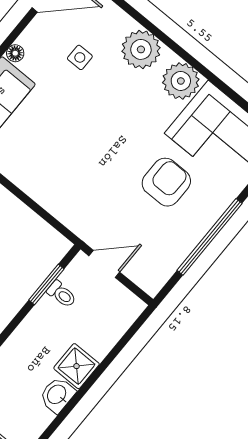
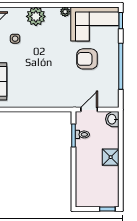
plant: (181, 81) -> (65, 12), width x0.53, depth x0.53
armchair: (166, 182) -> (87, 59), turned -90
washbasin: (57, 395) -> (112, 119), moved

